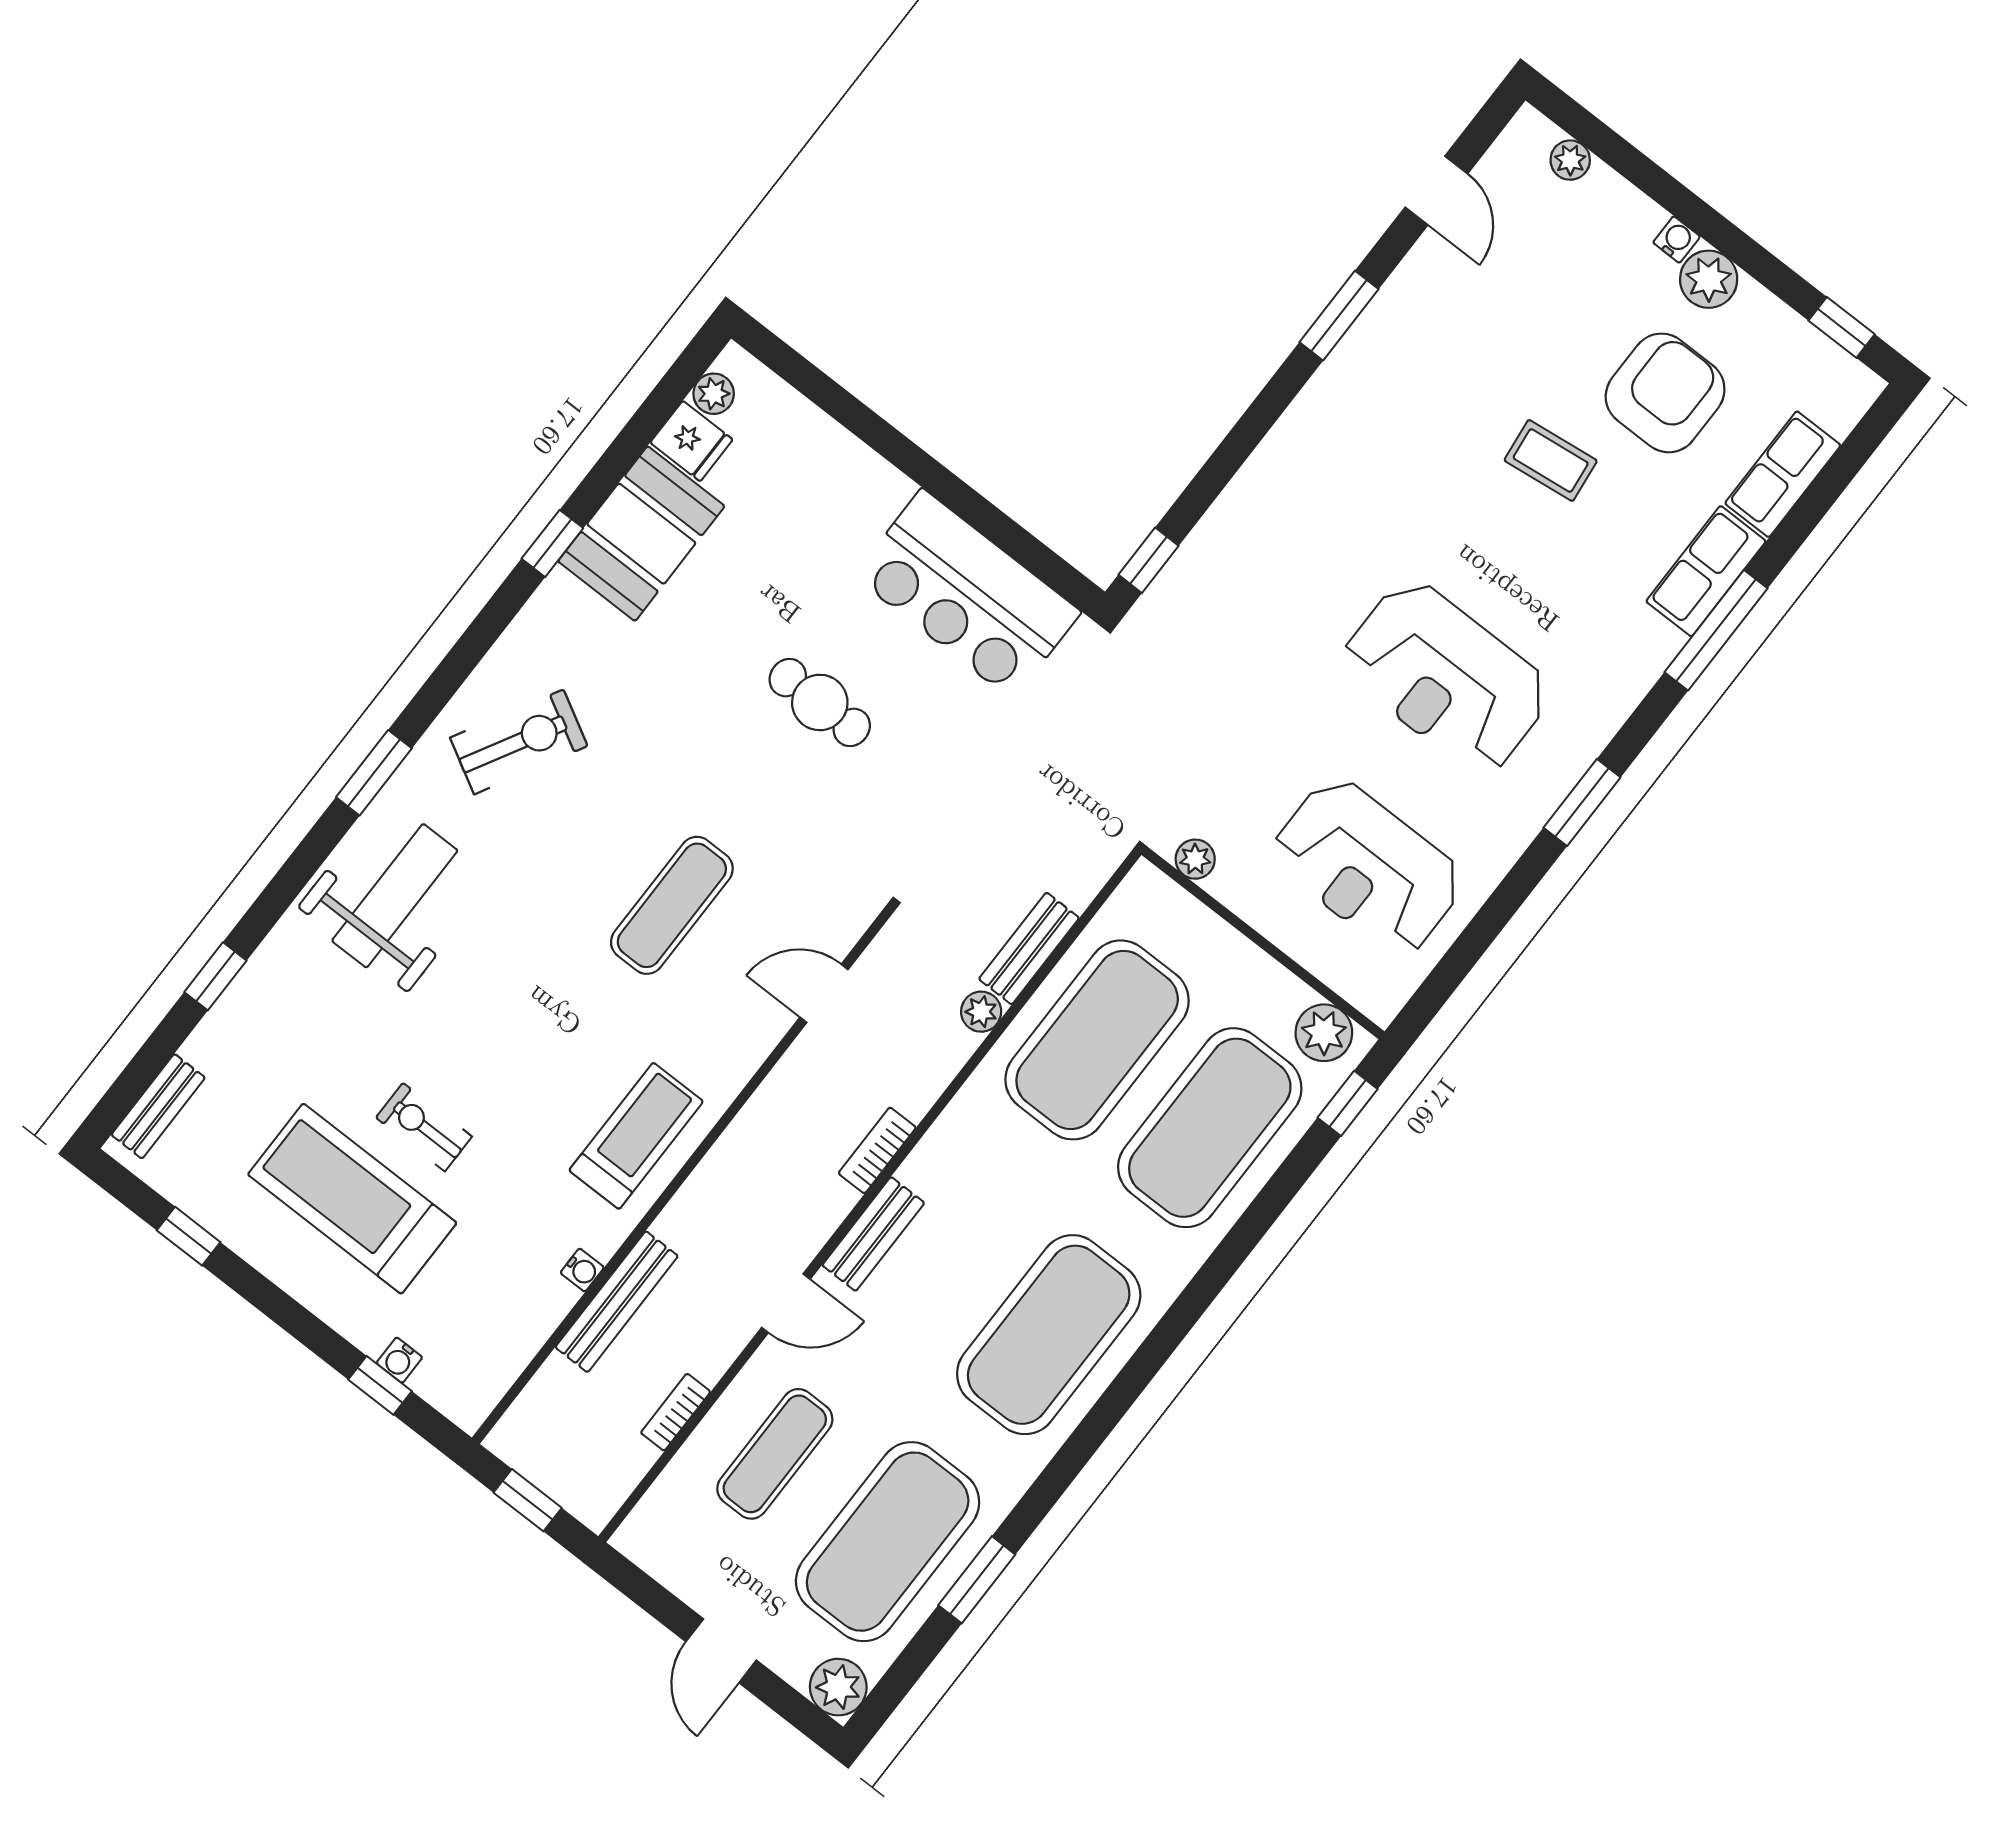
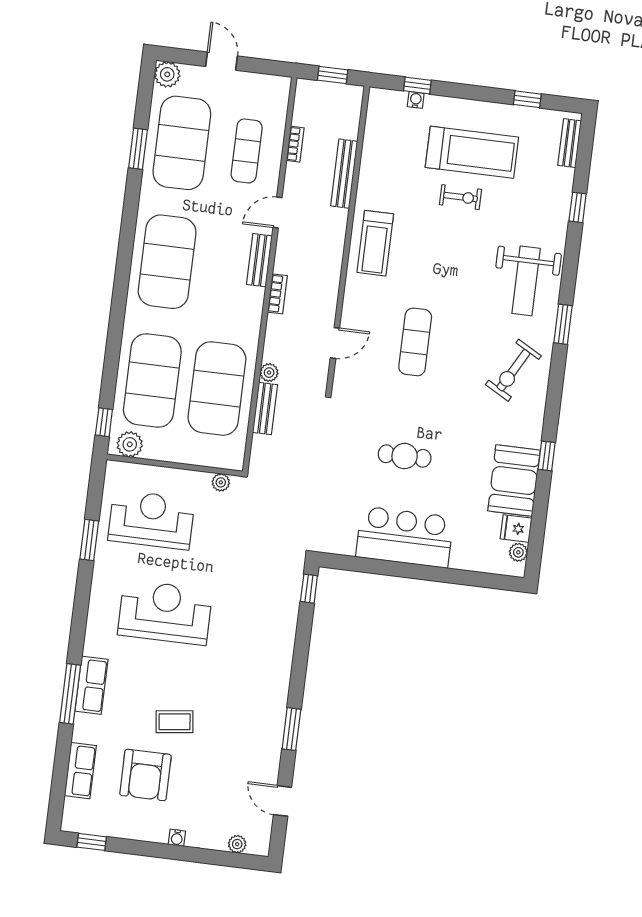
plant: (1709, 279) -> (155, 830), removed
row of seats: (1706, 571) -> (91, 685), moved
bar counter: (967, 594) -> (405, 537), moved
window: (1582, 802) -> (89, 540), moved
water cooler: (582, 1270) -> (365, 178), removed

